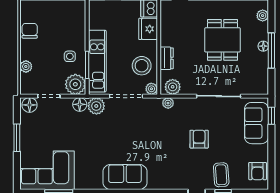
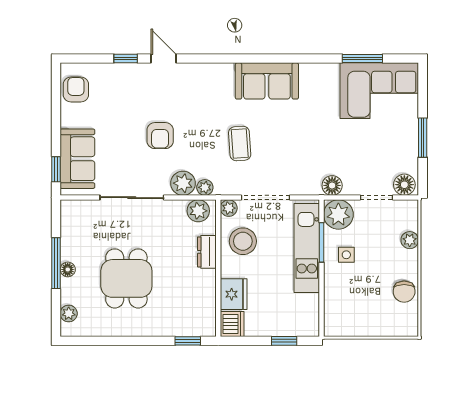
plant: (96, 106) -> (183, 183), moved
coffee table: (221, 175) -> (240, 143), moved

